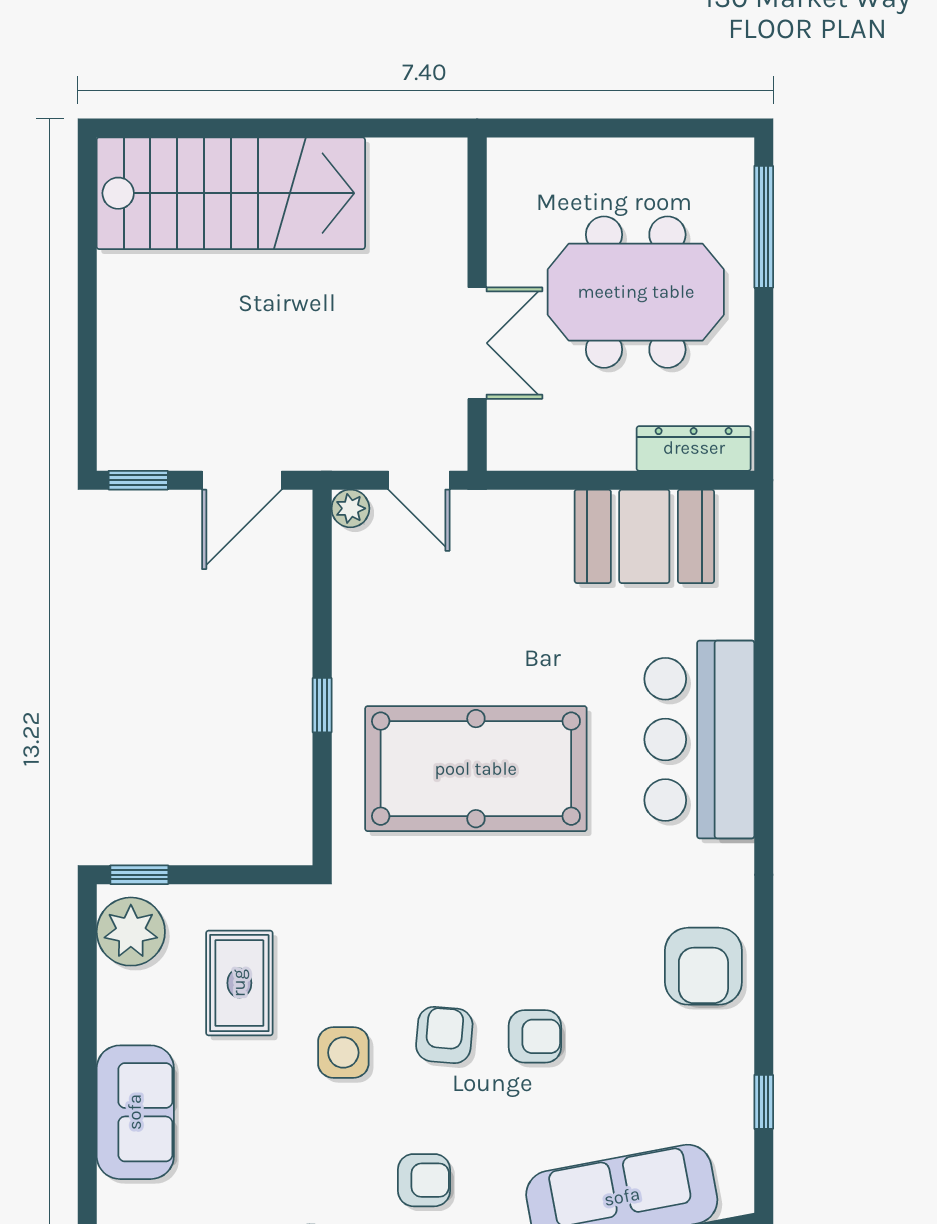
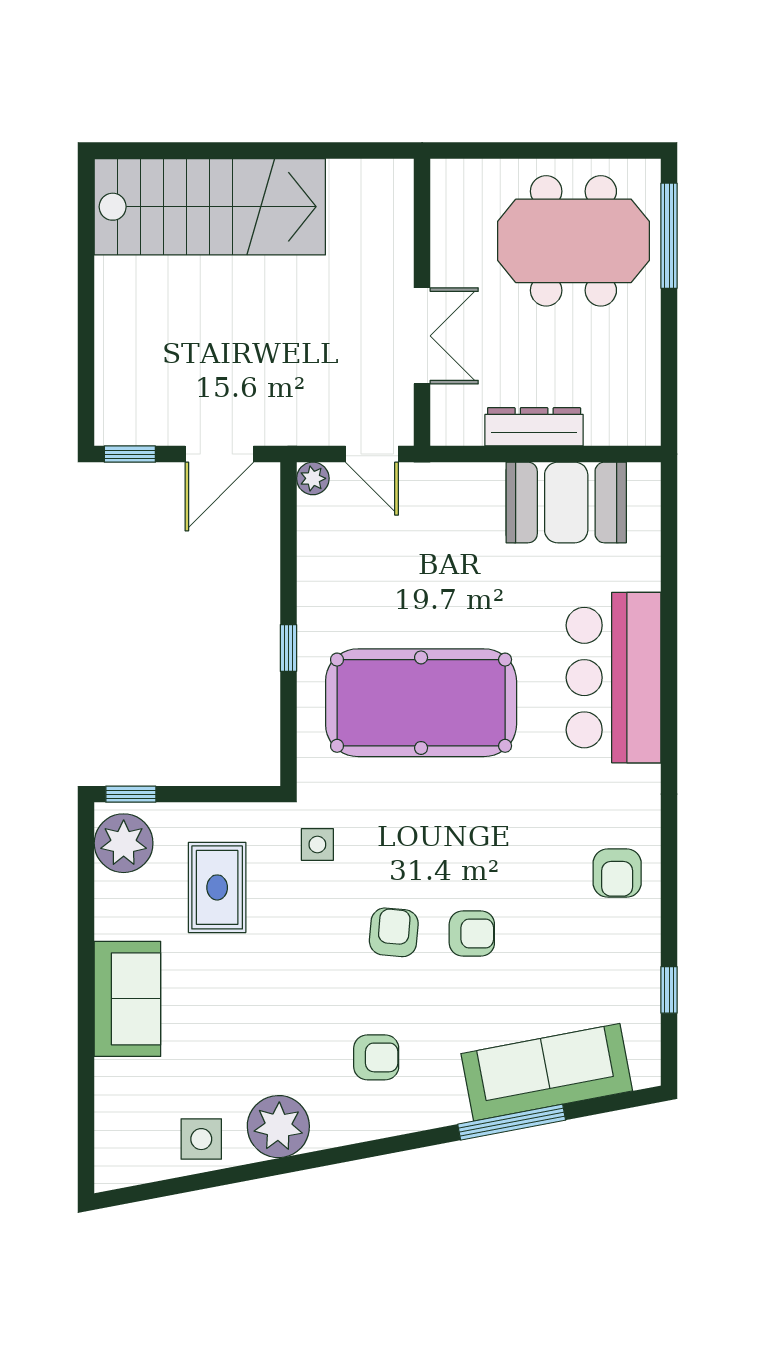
meeting table: (636, 292) -> (573, 241), moved
dresser: (694, 448) -> (534, 427), moved
armchair: (703, 966) -> (617, 873), width x0.72, depth x0.72
side table: (343, 1053) -> (317, 844), moved, width x0.73, depth x0.73

